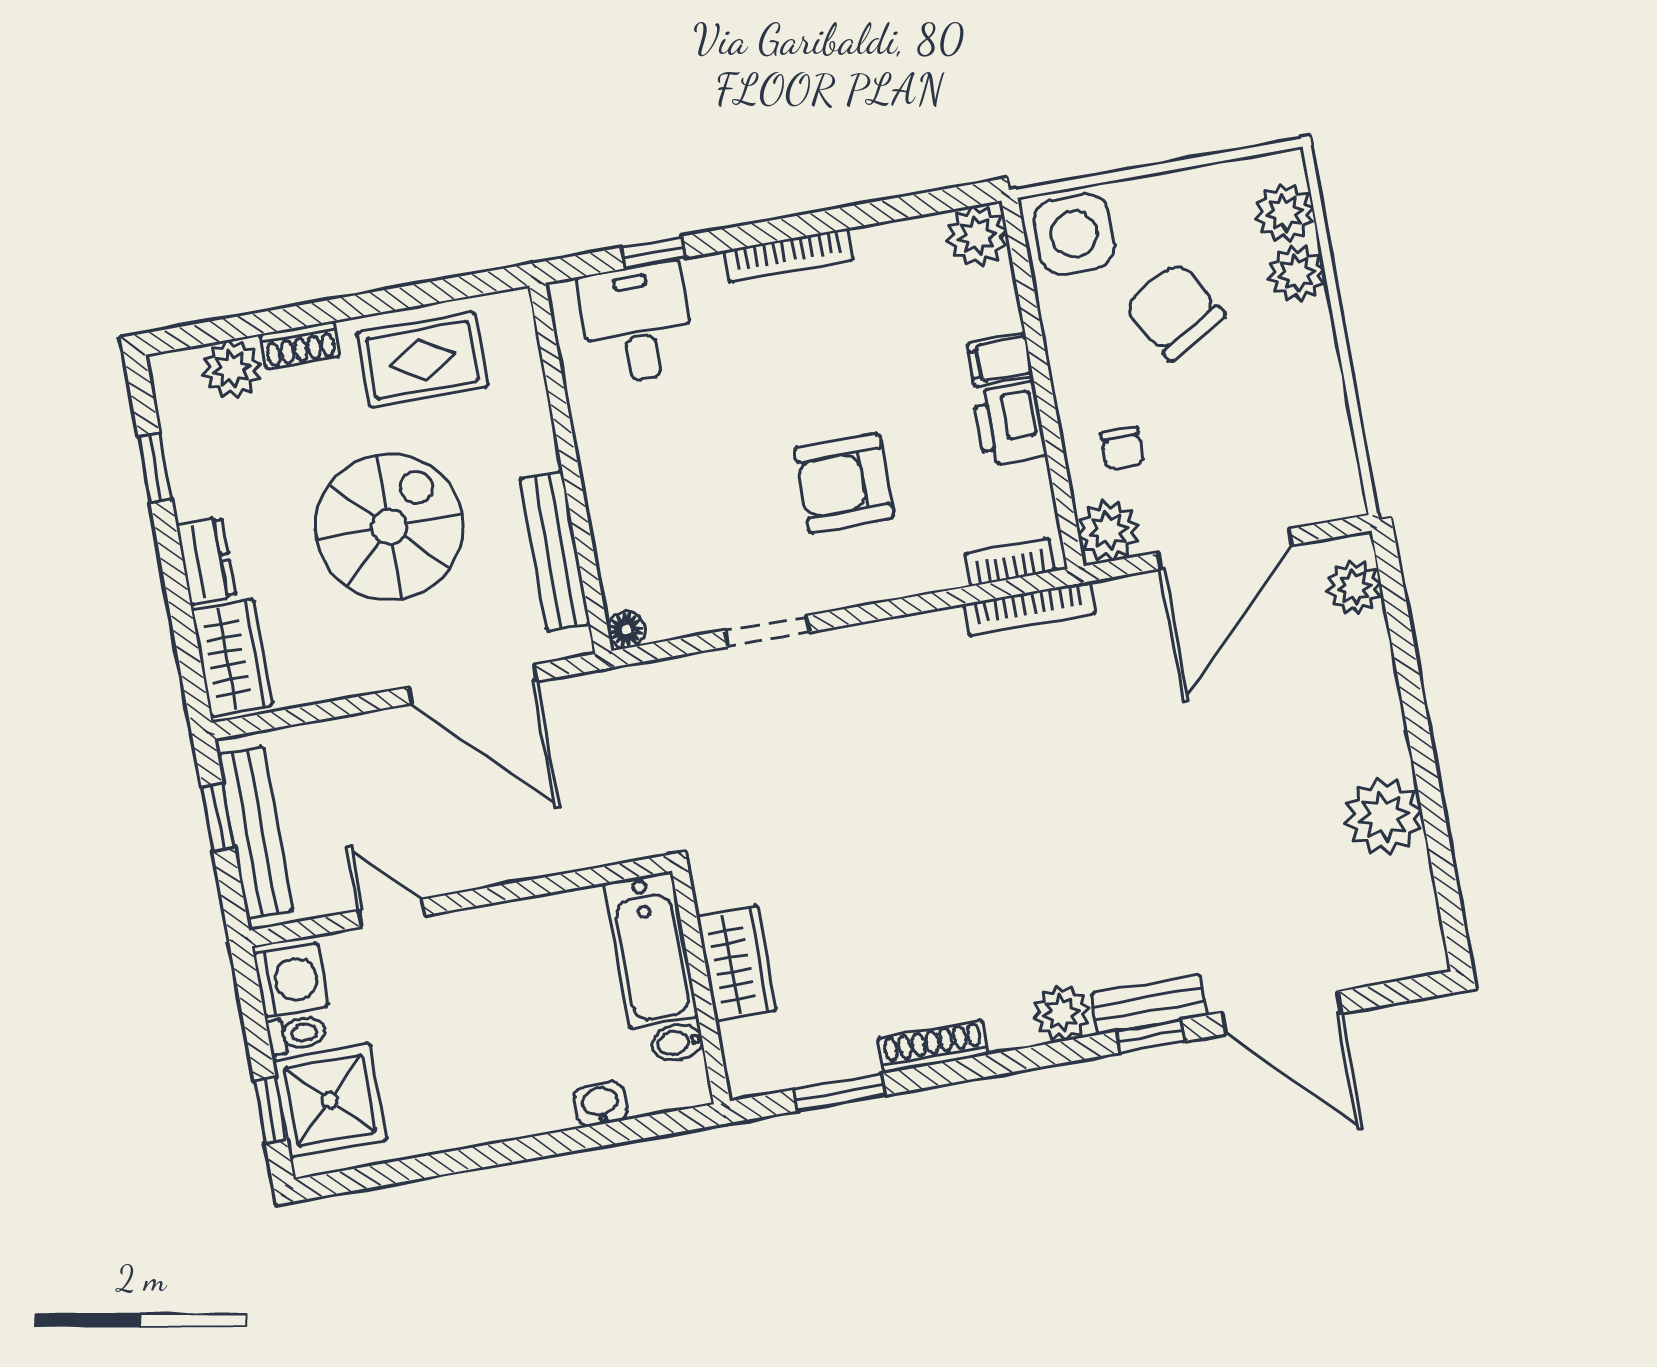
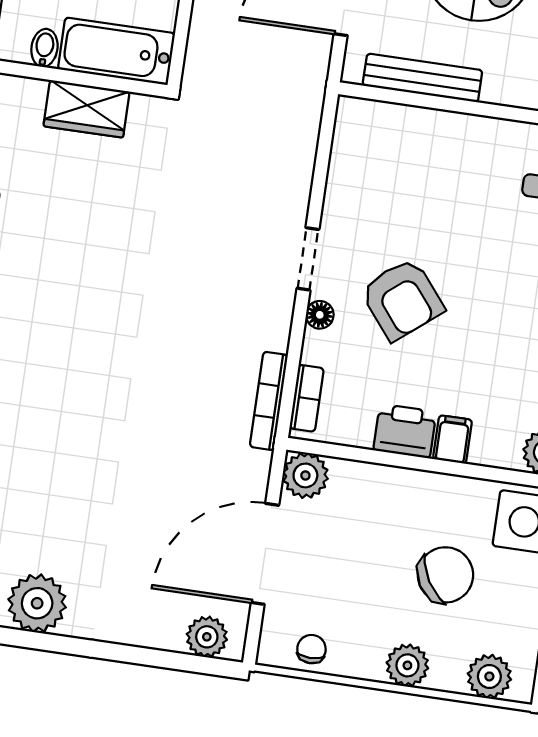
plant: (1297, 273) -> (407, 665), moved
chair: (1122, 448) -> (311, 649), moved, turned 90
armchair: (844, 483) -> (402, 299), turned 141
door: (1225, 549) -> (265, 554), hinge flipped
floor lamp: (626, 630) -> (320, 315), moved
doorway: (767, 631) -> (308, 259), moved

